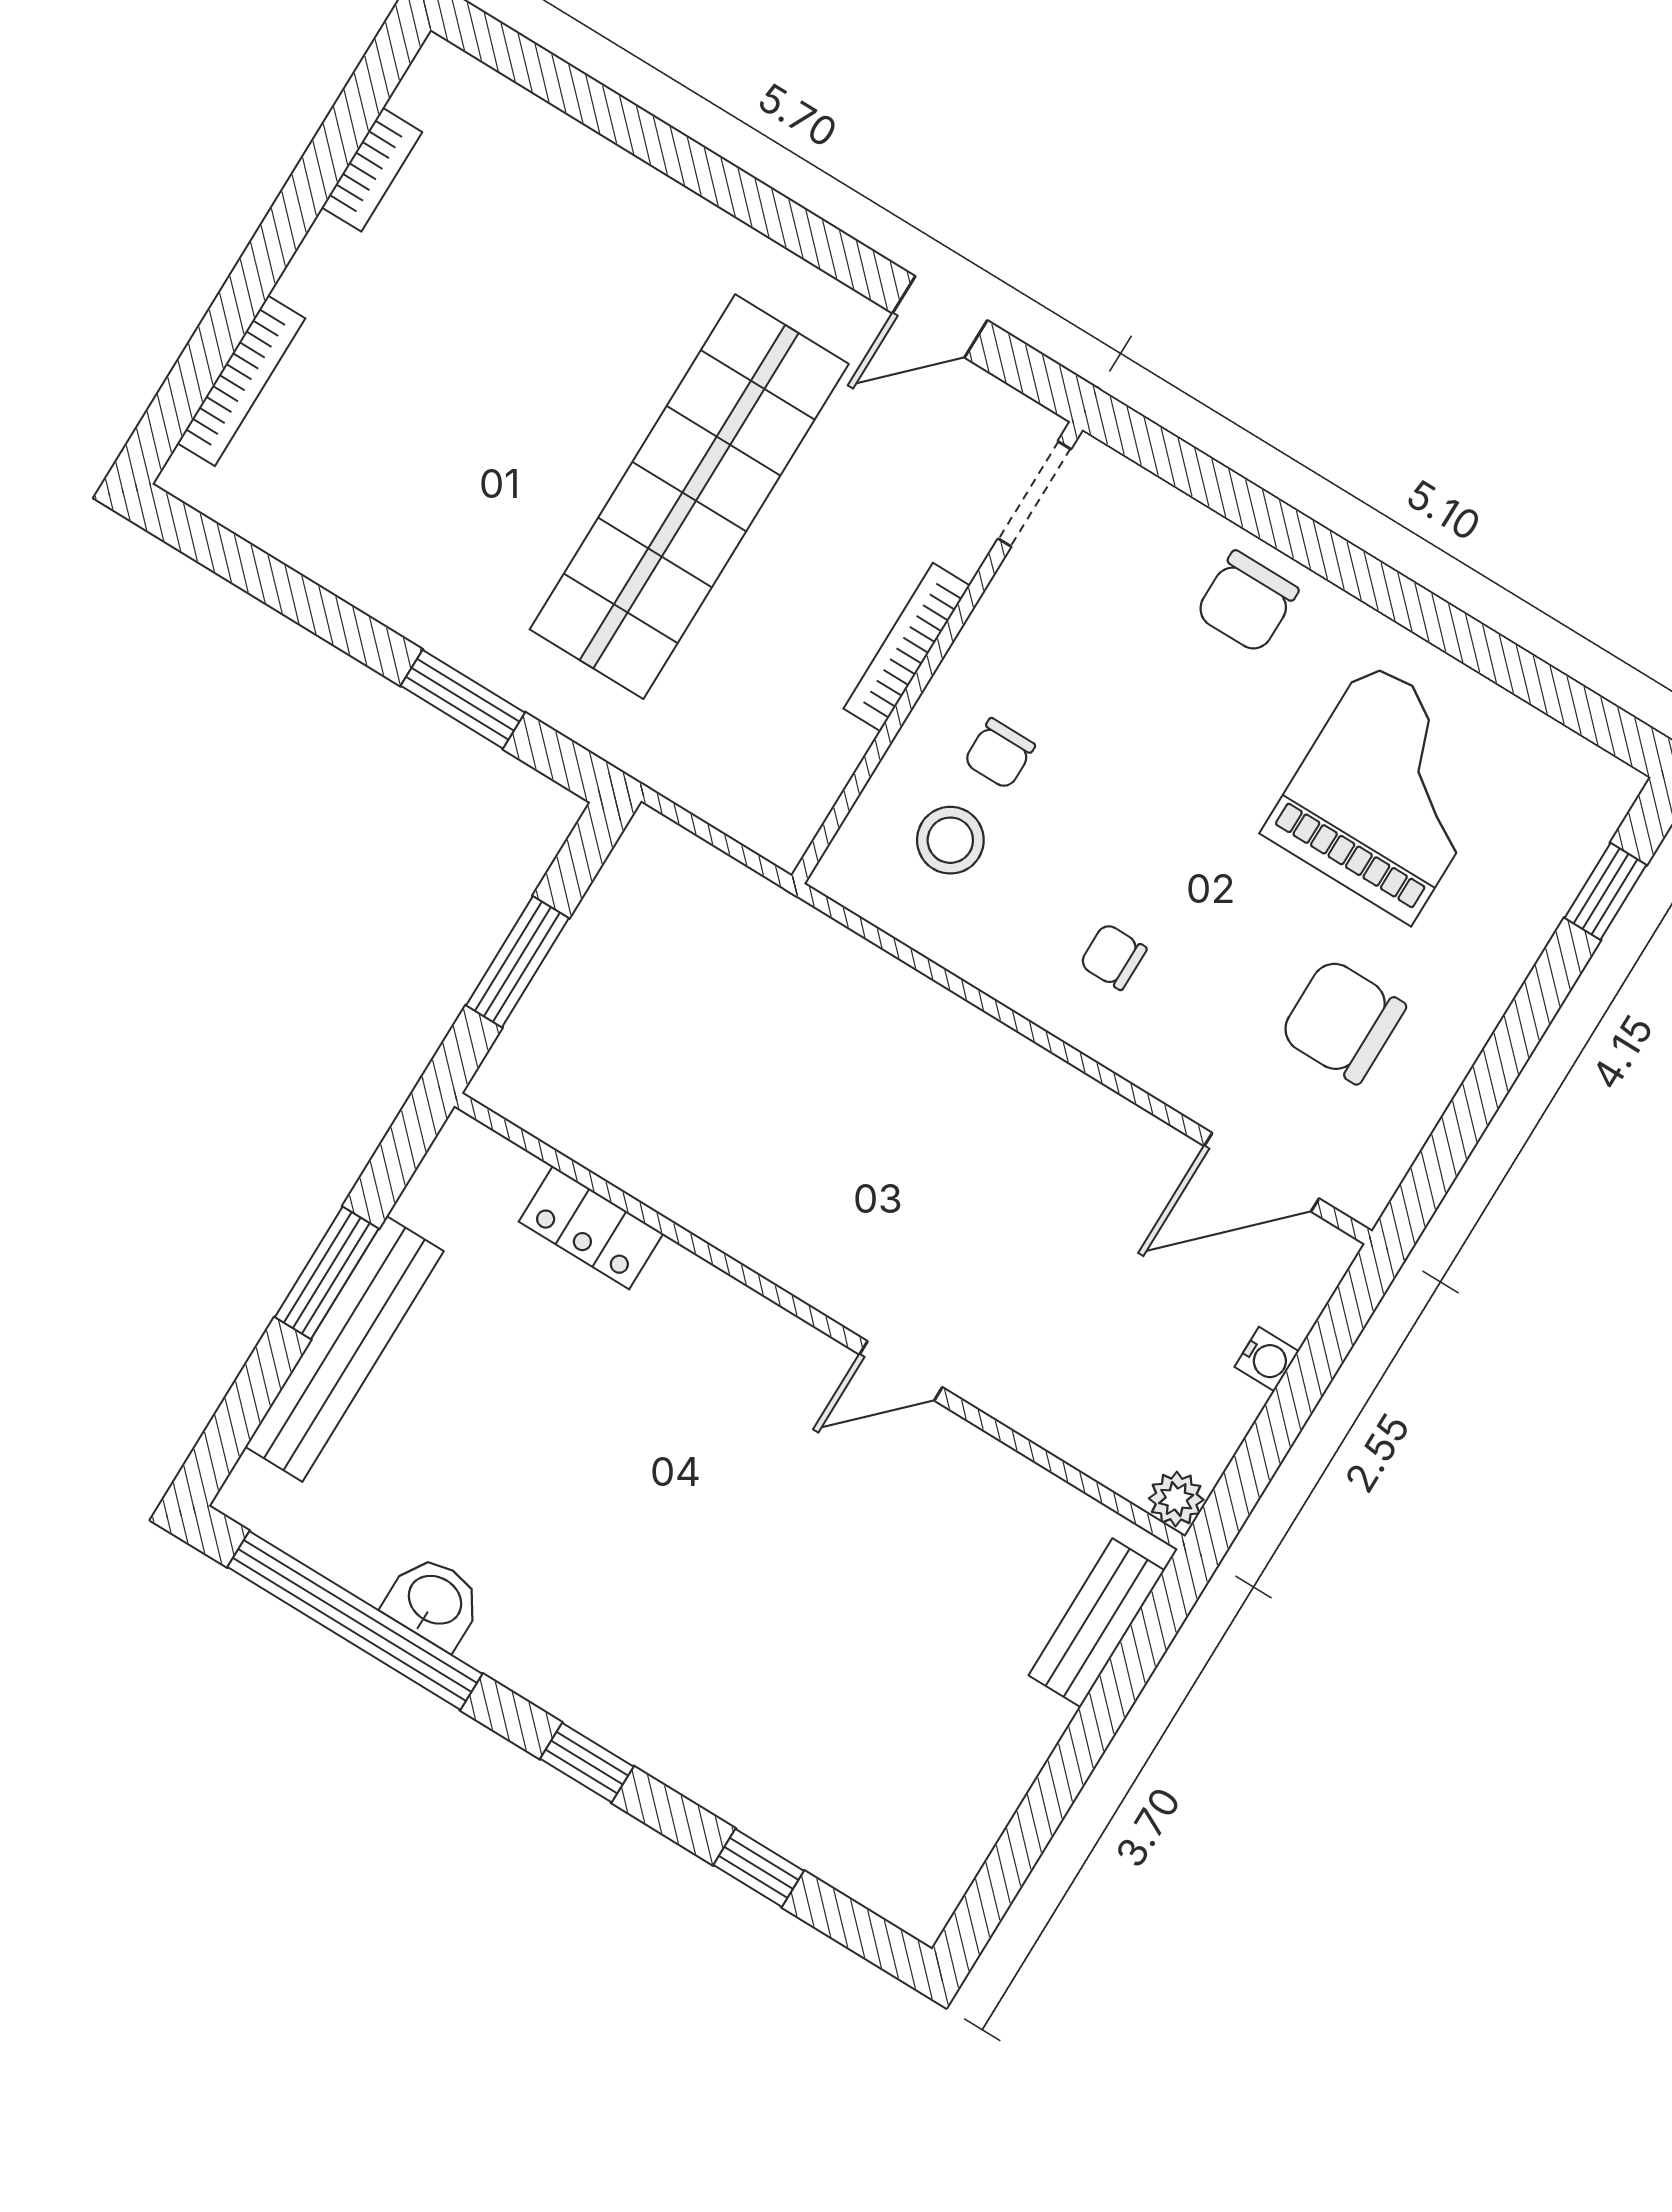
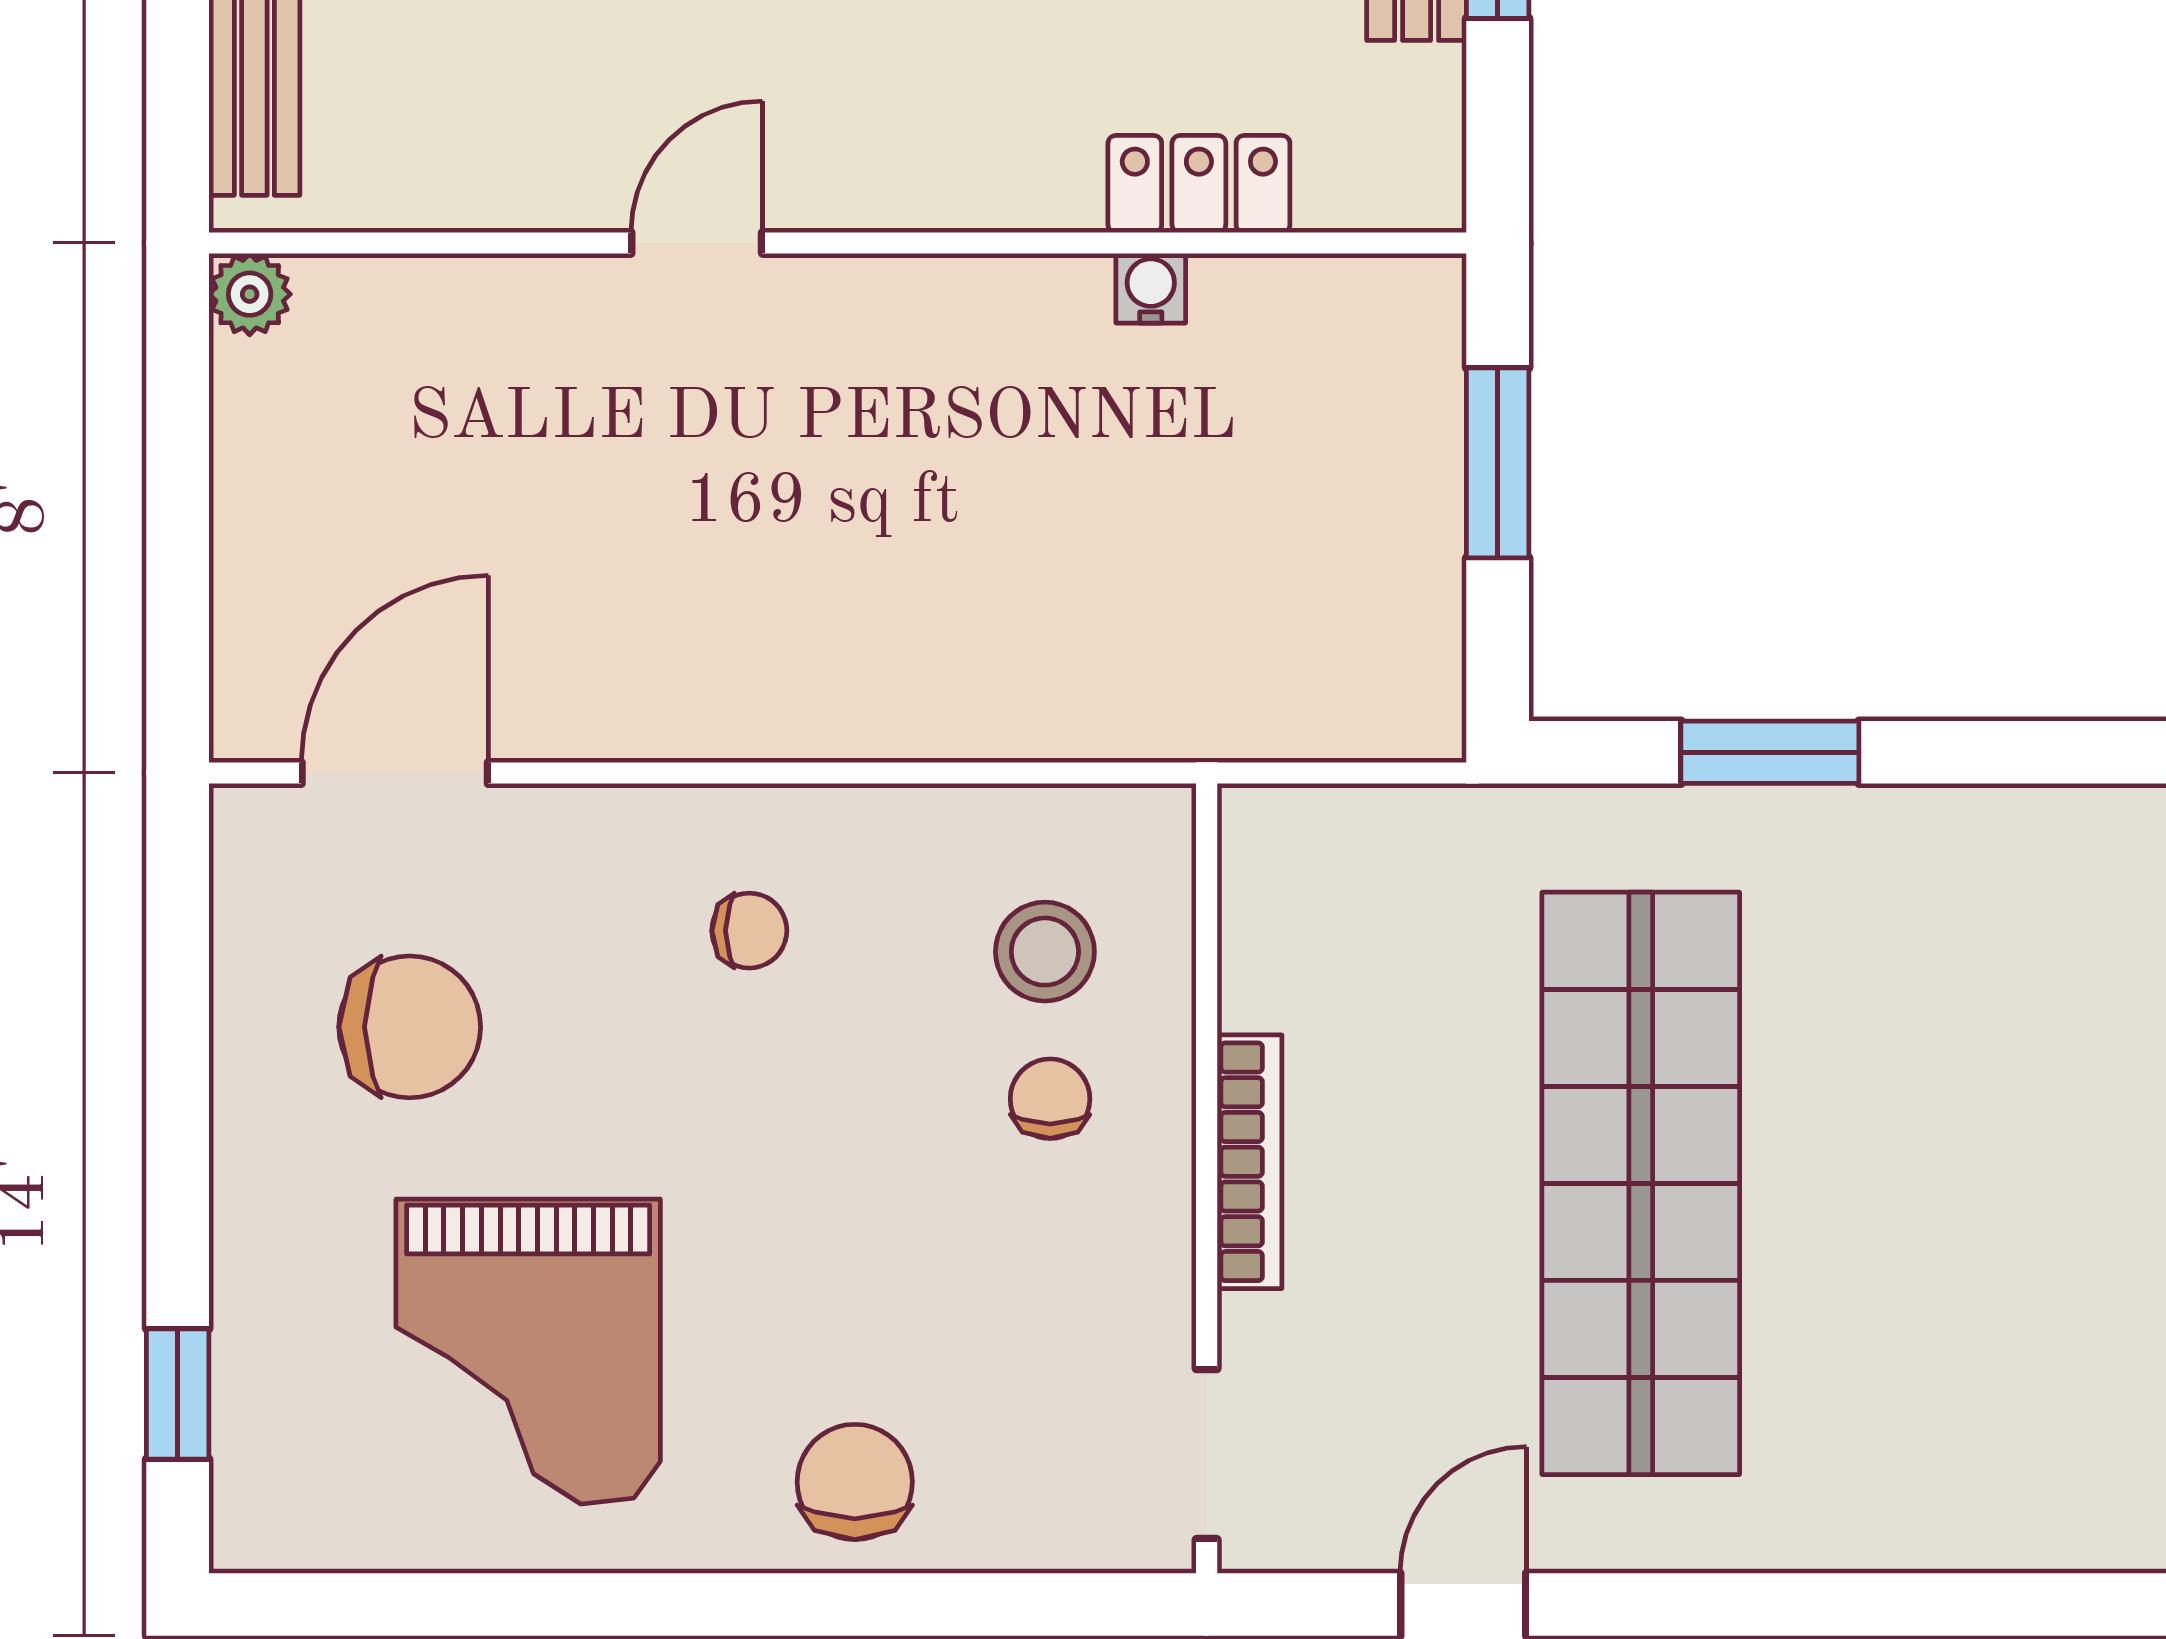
water cooler: (1267, 1359) -> (1151, 288), moved, turned 90

